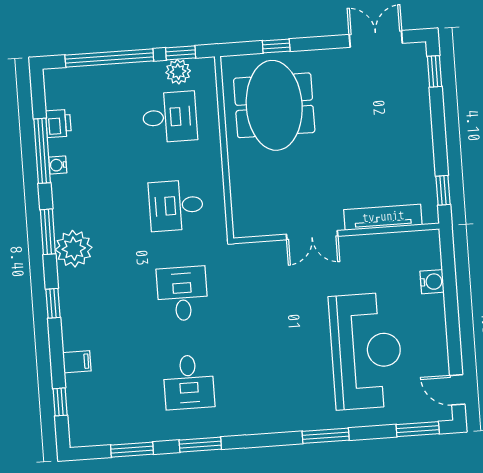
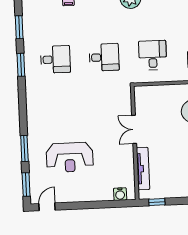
water cooler: (432, 282) -> (120, 194), moved
reception desk: (366, 351) -> (70, 157), width x0.74, depth x0.77
desk: (189, 382) -> (55, 59), turned 180
window: (326, 436) -> (24, 149), moved

